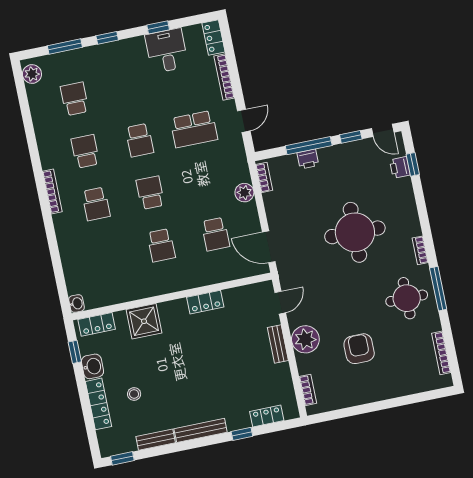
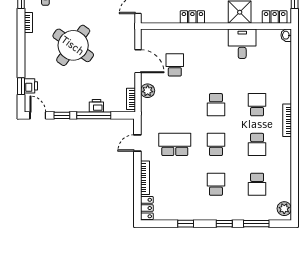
desk: (167, 51) -> (242, 44), moved, turned 180
round table: (355, 232) -> (73, 45), turned 35
school desk: (161, 245) -> (216, 184), moved
door: (269, 247) -> (138, 61), moved

